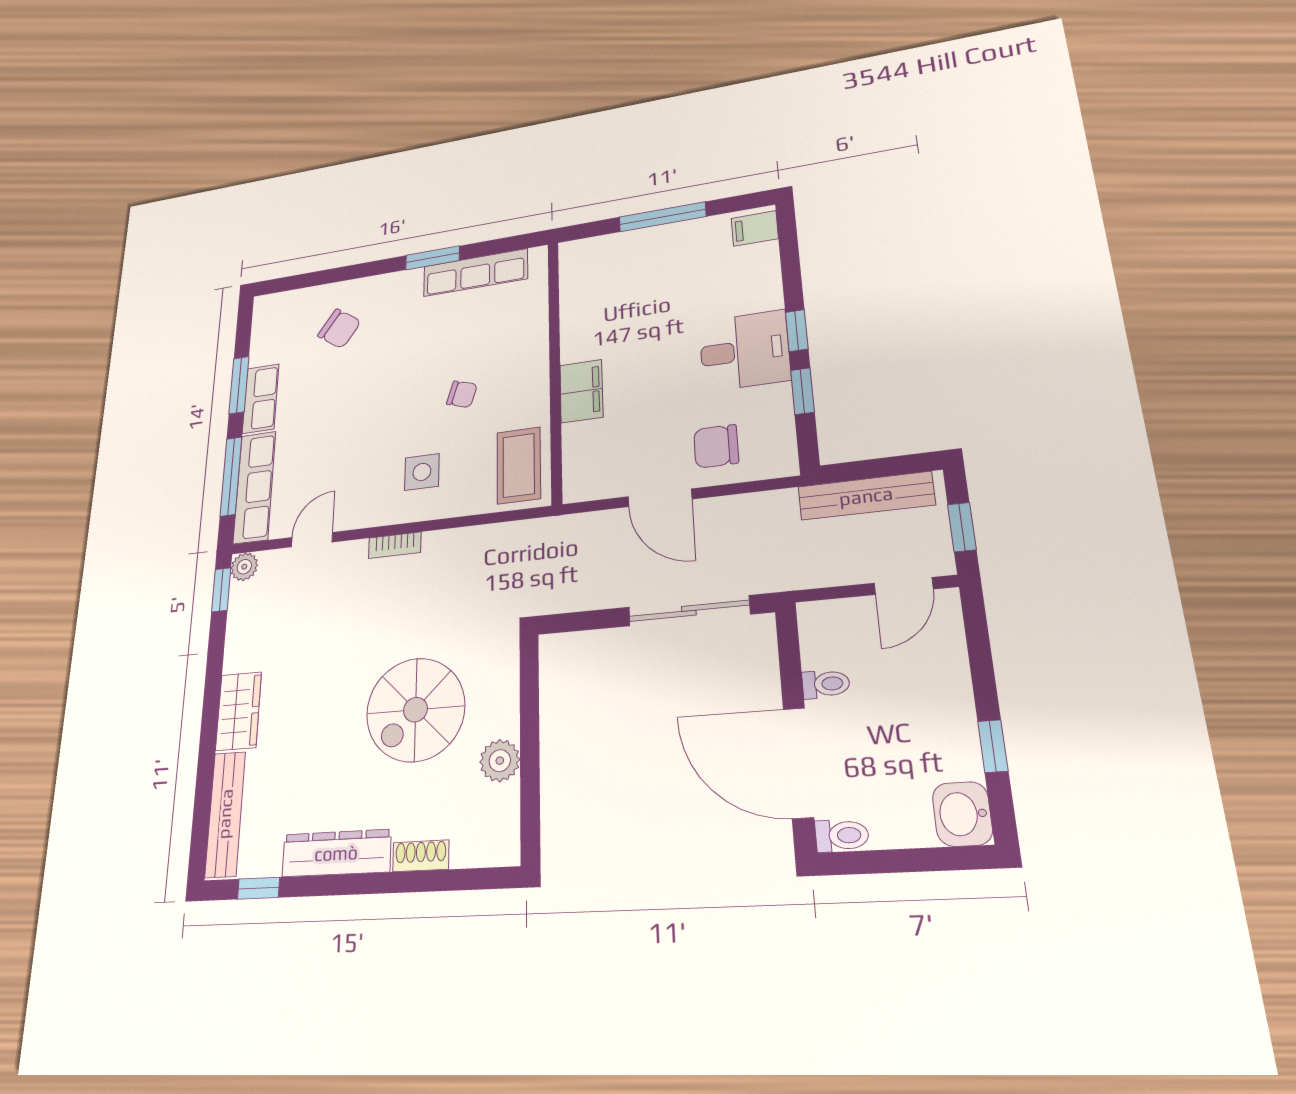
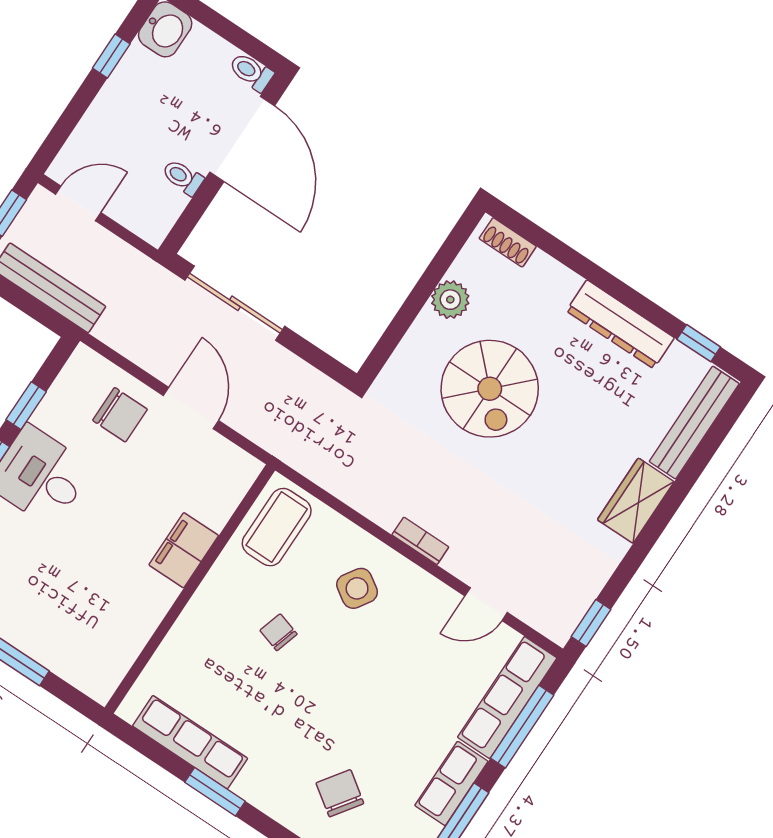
side table: (422, 472) -> (357, 588), turned 33
plant: (244, 567) -> (559, 628), removed
spiral stairs: (415, 710) -> (490, 389), turned 90
shoe rack: (421, 856) -> (508, 242), moved

